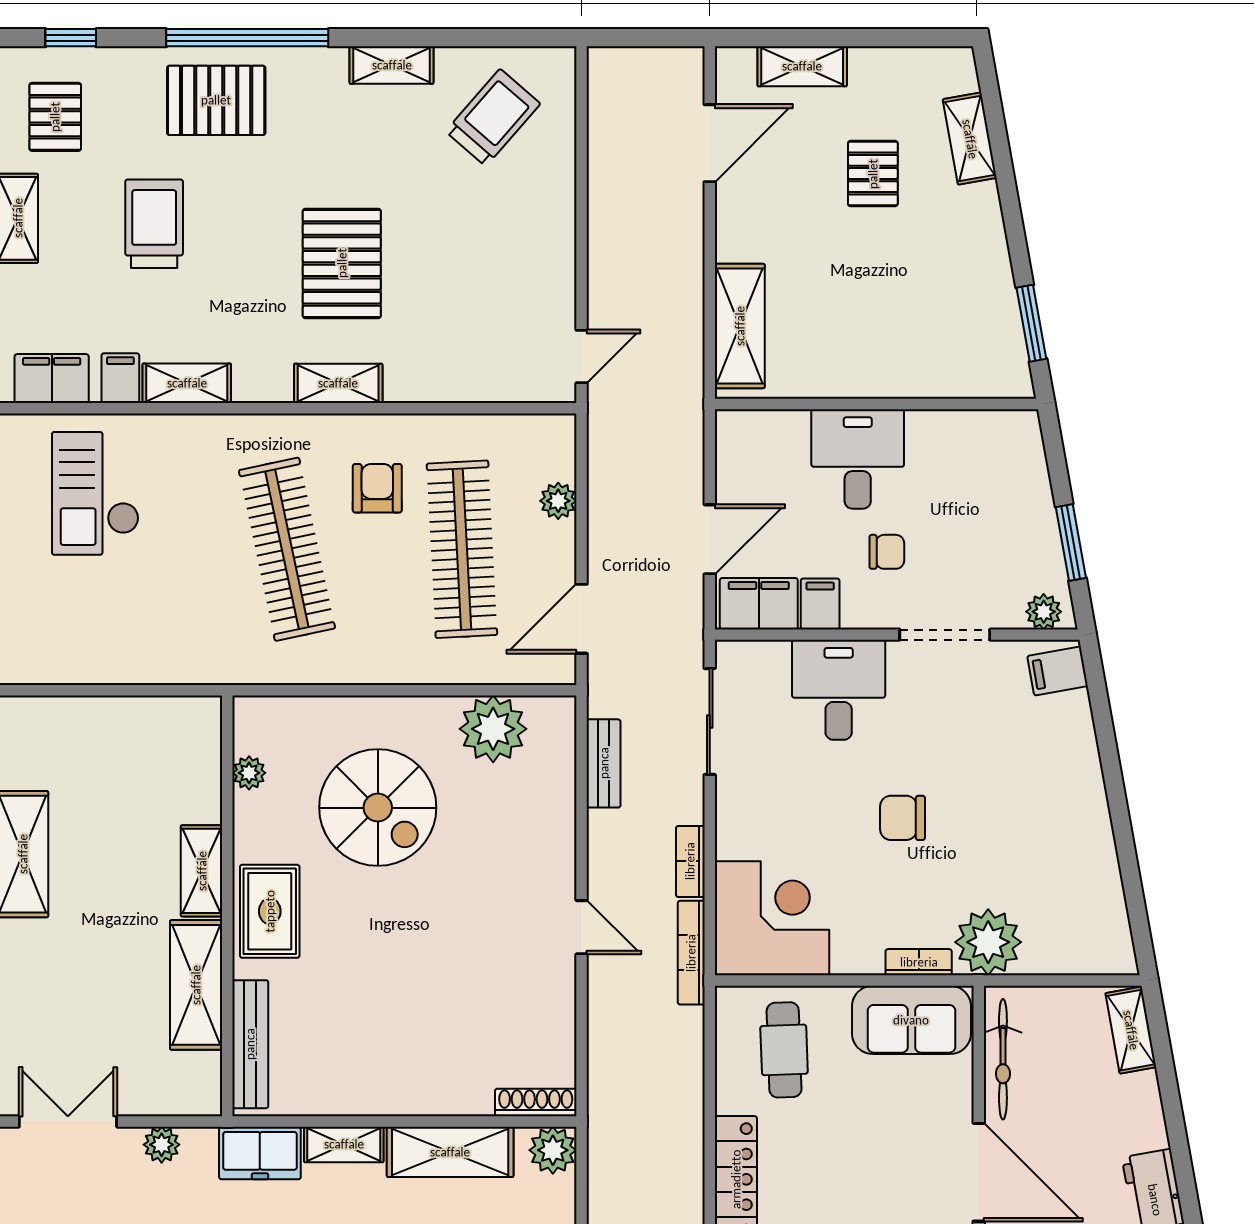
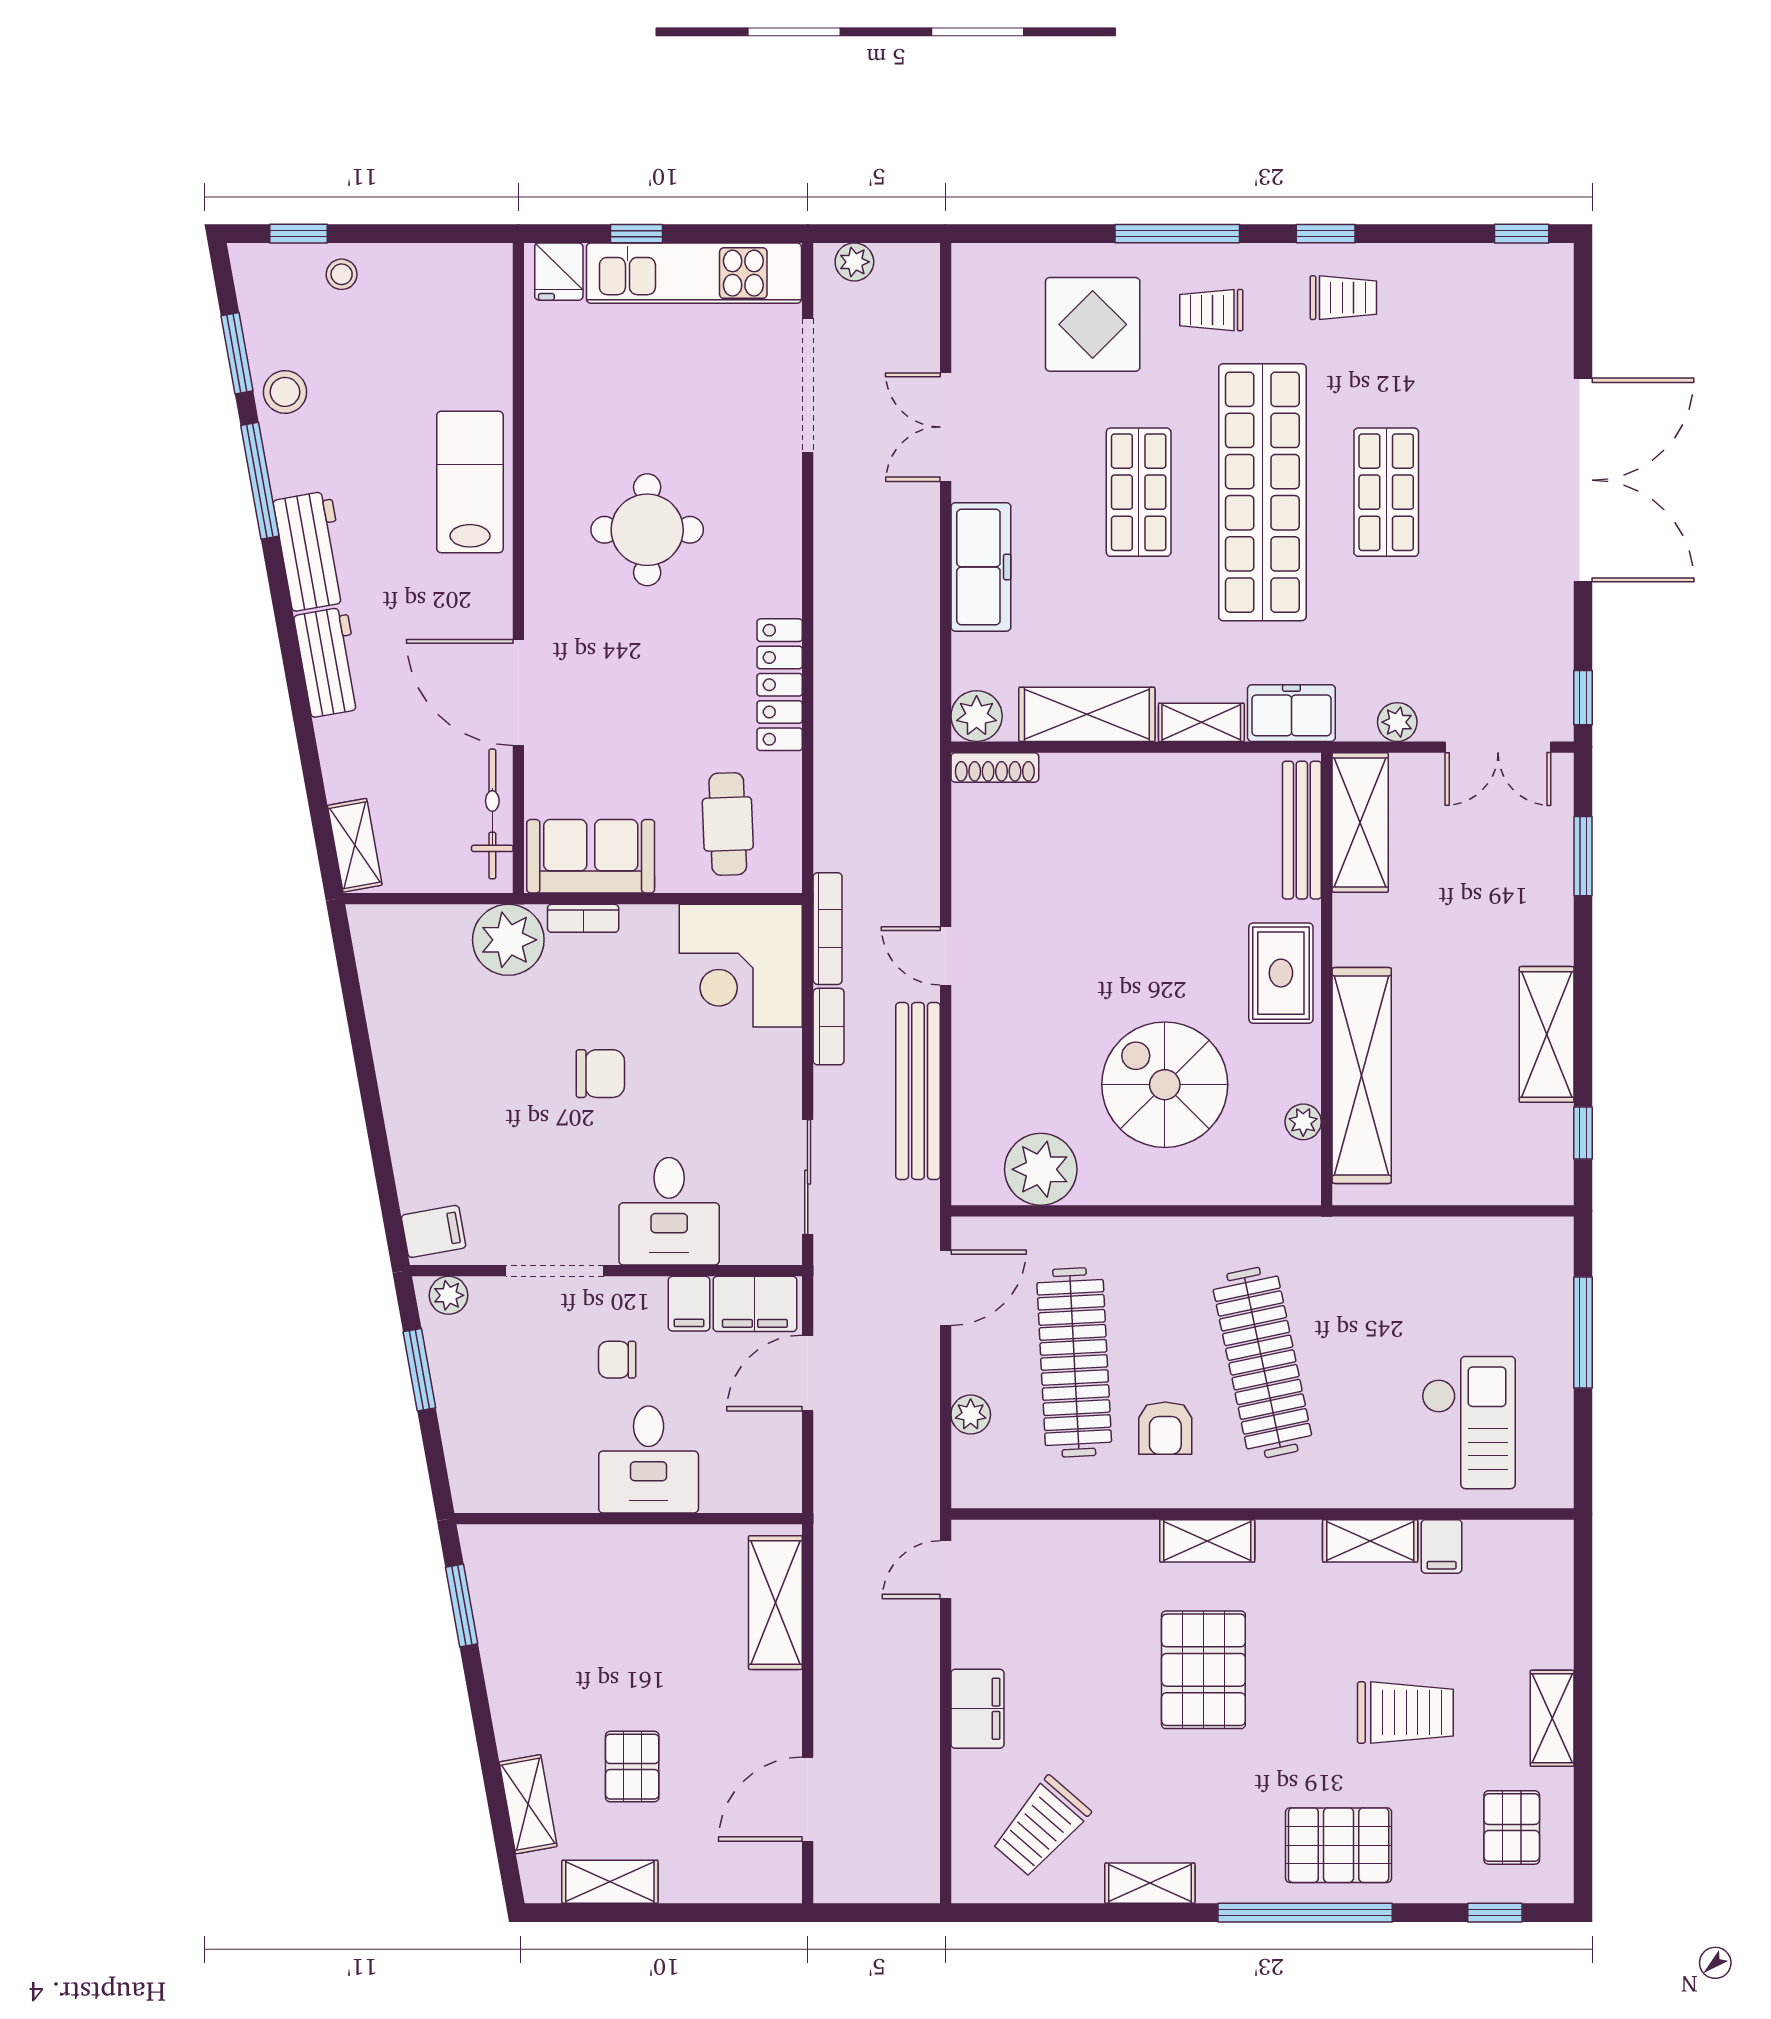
shelving: (802, 66) -> (610, 1882), moved
trolley: (154, 224) -> (1405, 1713), turned -90
filing cabinet: (52, 379) -> (977, 1709), moved, turned -90
bench: (604, 763) -> (918, 1091), width x1.86, depth x1.21
shelving: (202, 871) -> (1362, 1075), width x2.20, depth x1.33
shelving: (196, 985) -> (1360, 822), moved

